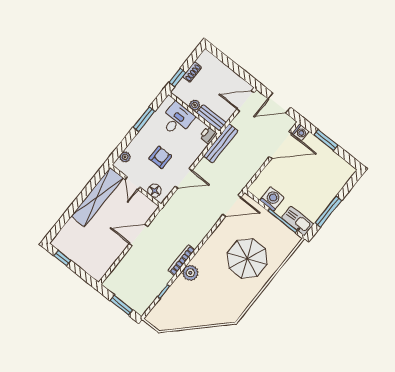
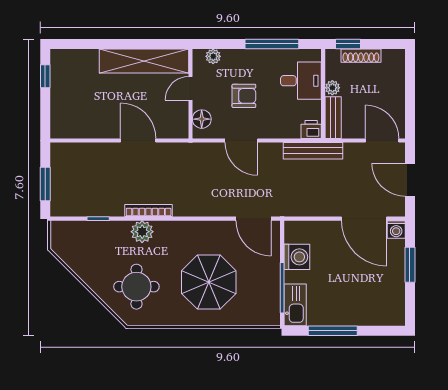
shoe rack: (192, 72) -> (361, 56), width x1.43
window: (144, 119) -> (272, 44), width x1.44
round table: (218, 300) -> (136, 287), added

